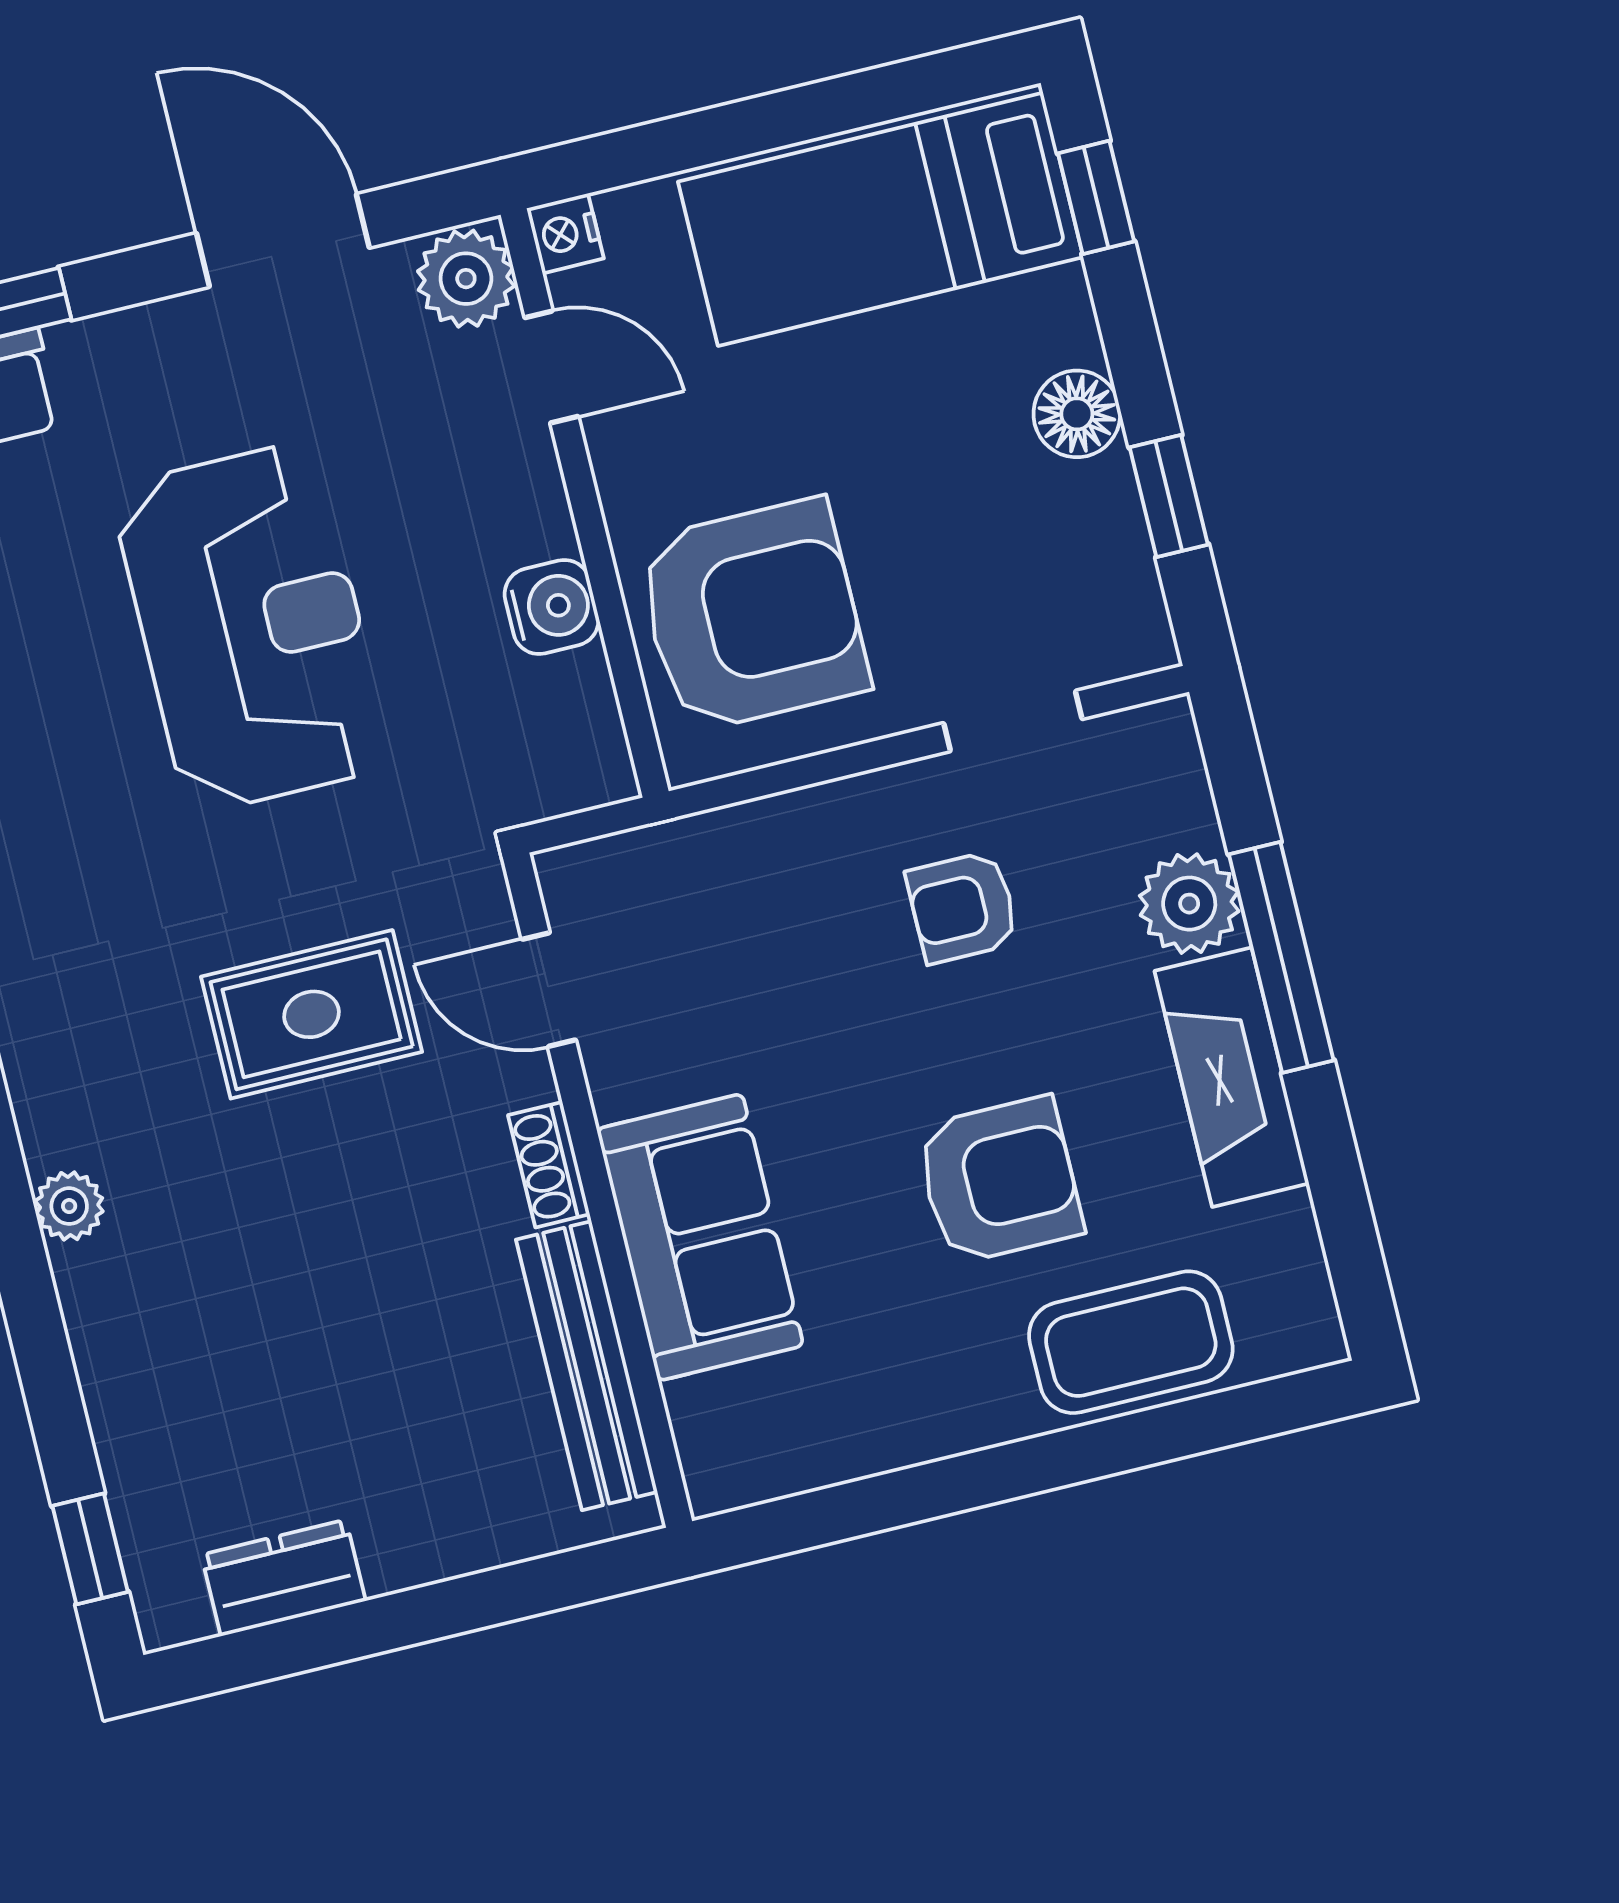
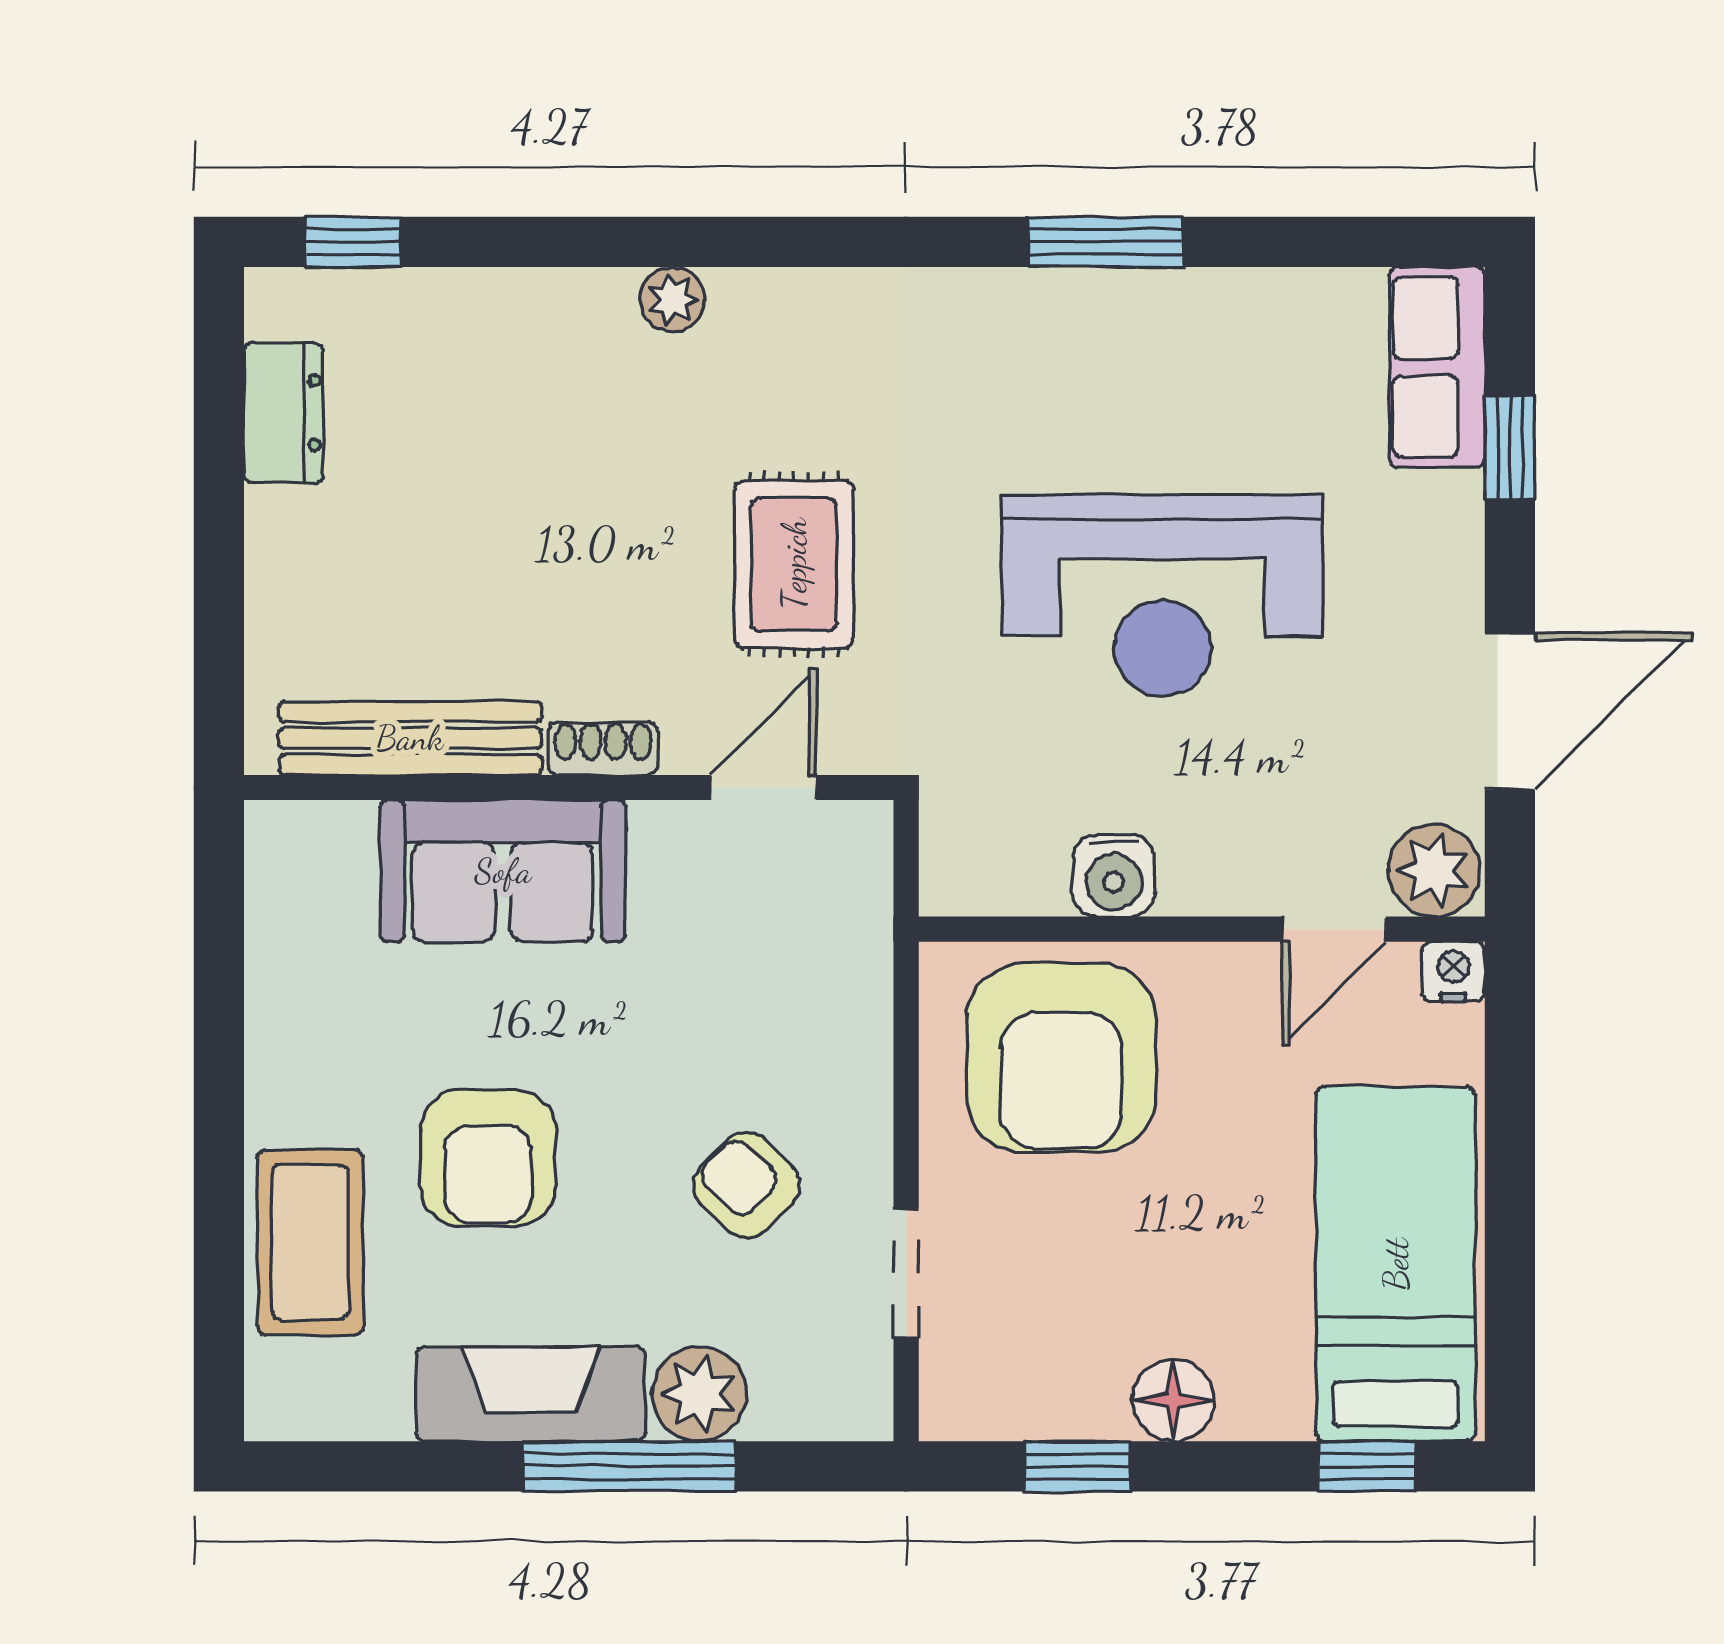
armchair: (962, 907) -> (747, 1185), turned -46

